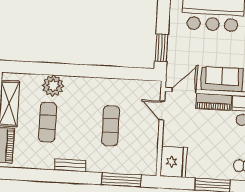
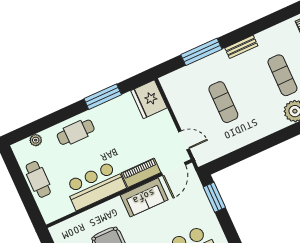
window: (121, 180) -> (201, 52), moved

